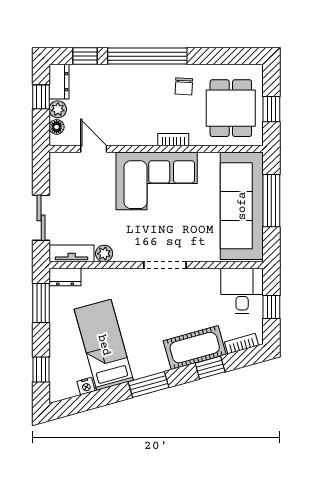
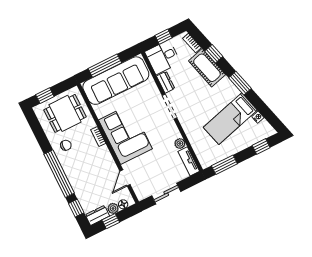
window: (271, 109) -> (45, 96), moved
sliding door: (41, 218) -> (166, 194), moved
dresser: (65, 277) -> (166, 82), moved

